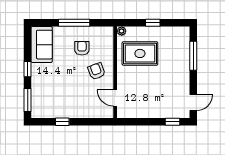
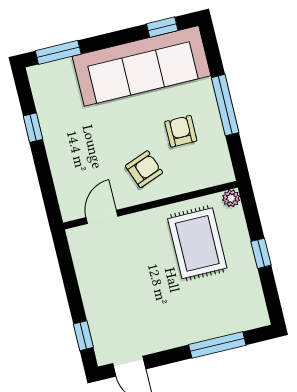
sofa: (42, 45) -> (142, 66), width x1.85, depth x1.27
armchair: (82, 48) -> (181, 131), turned -90
window: (28, 69) -> (162, 27), moved

